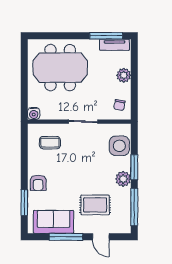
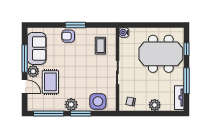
window: (54, 36) -> (186, 49), added
window: (106, 36) -> (186, 81), moved
meeting table: (60, 68) -> (161, 54), turned 90
window: (24, 203) -> (75, 25), moved
plant: (82, 226) -> (33, 71), added
door: (101, 237) -> (25, 87), swing flipped

